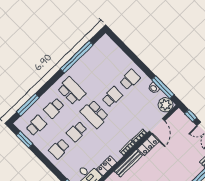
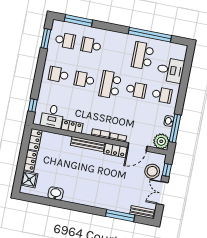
desk: (115, 60) -> (170, 70), added
school desk: (72, 91) -> (143, 56), moved, turned 180
stool: (184, 128) -> (152, 171), added

